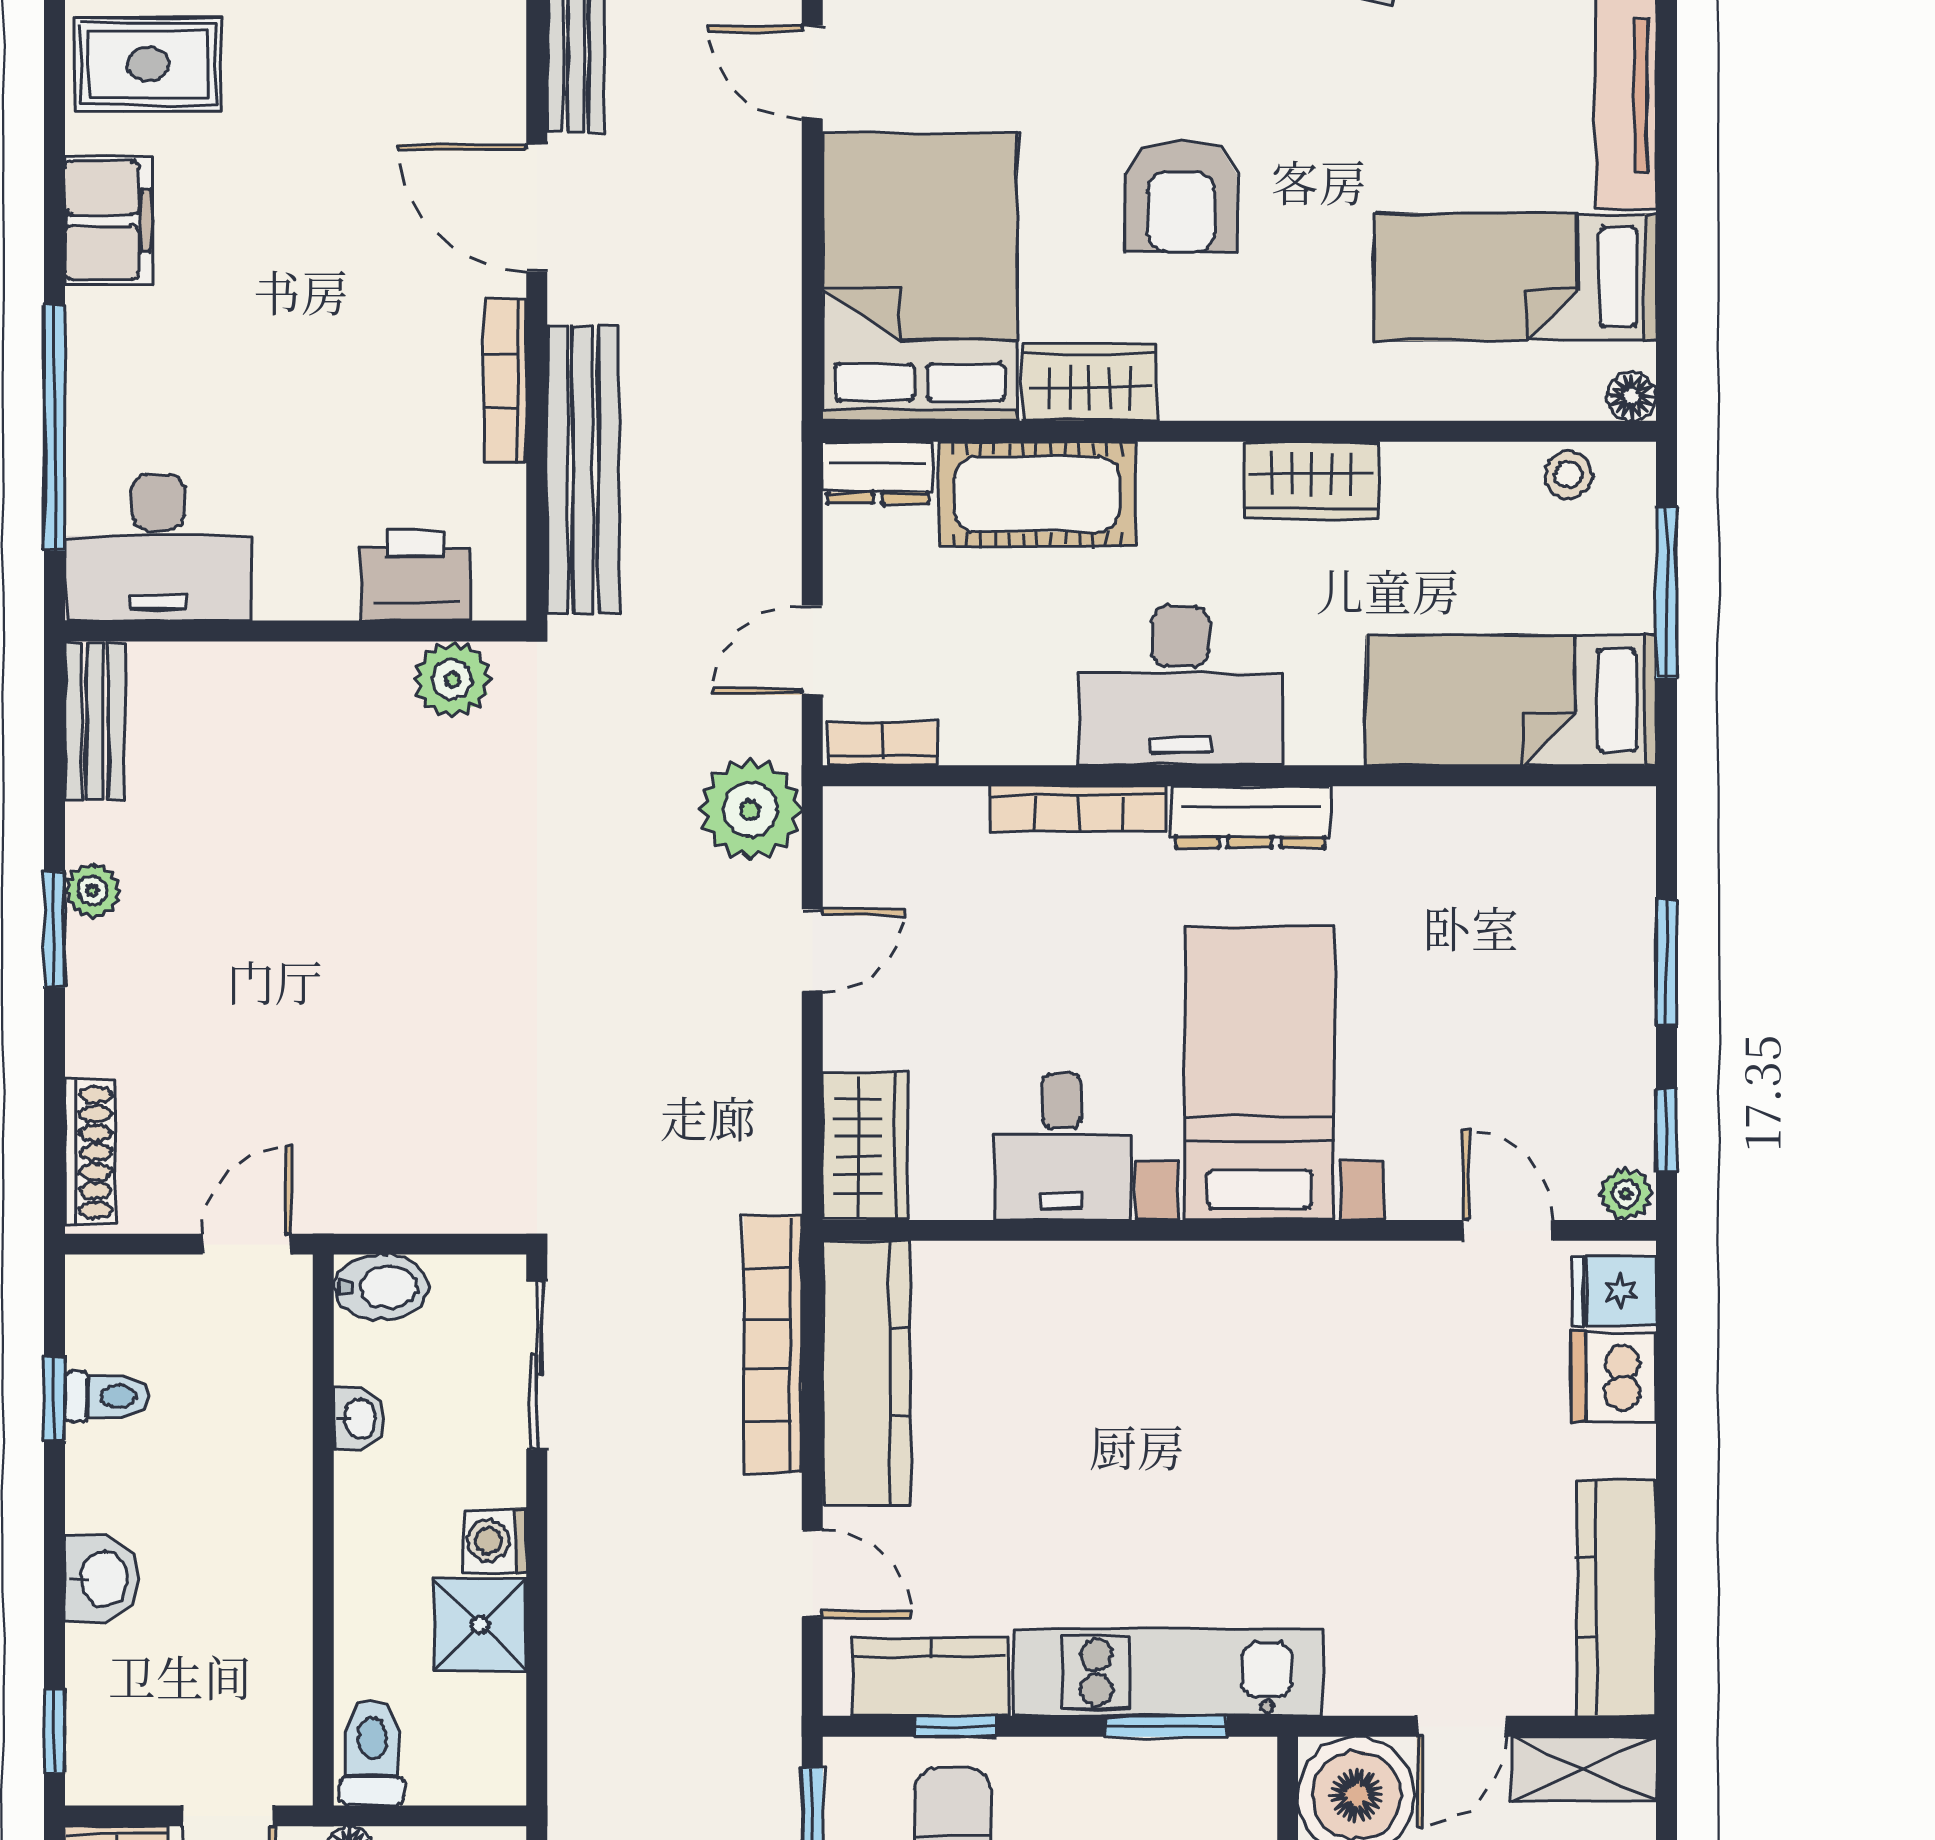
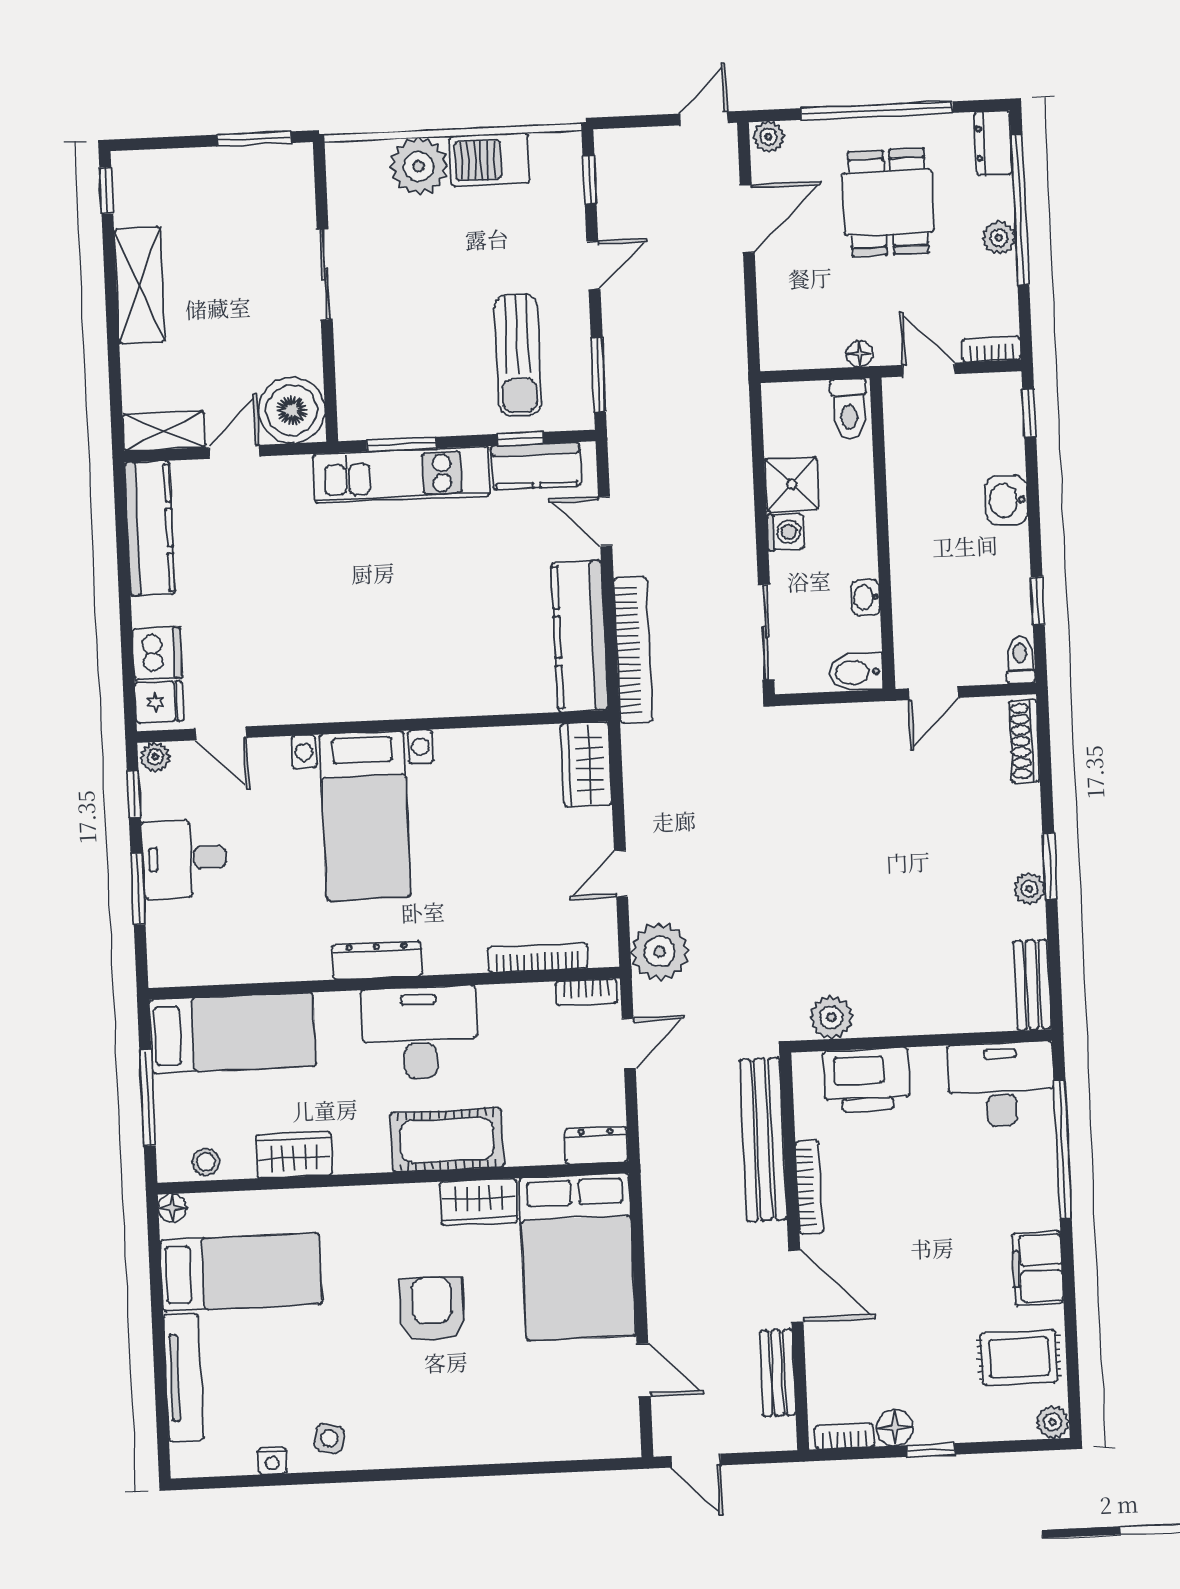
wardrobe: (1312, 480) -> (294, 1155), moved
cot: (1037, 494) -> (447, 1140), moved
printer: (415, 575) -> (867, 1080), width x1.37, depth x1.19
bookcase: (1078, 808) -> (538, 958), moved
desk: (1062, 1146) -> (184, 858), moved, turned -90
toilet: (107, 1396) -> (1020, 660), moved, turned 90

